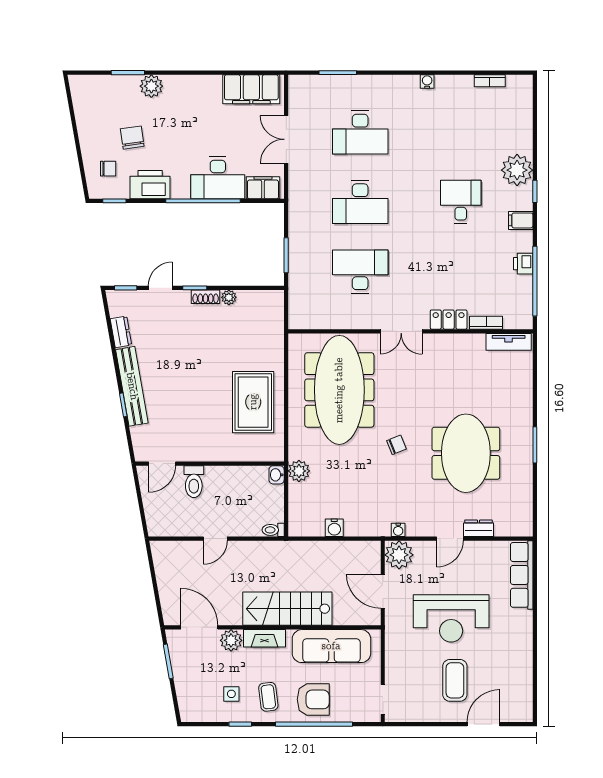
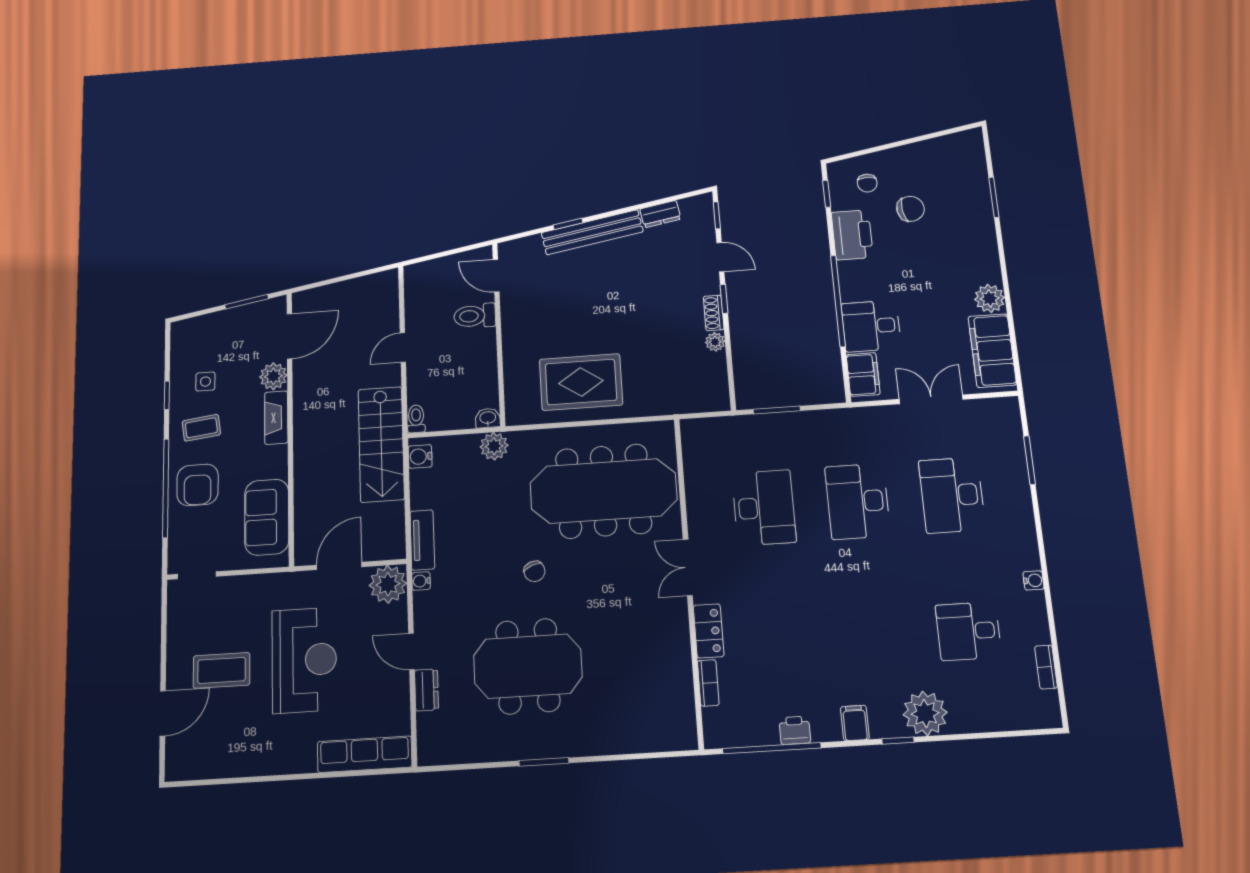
plant: (151, 86) -> (990, 298), moved
desk: (218, 178) -> (871, 326), width x0.73
desk: (461, 202) -> (968, 631), moved, turned 180
tv unit: (509, 342) -> (422, 540), moved, turned 180
water cooler: (334, 528) -> (420, 456), moved
door: (215, 539) -> (403, 348), hinge flipped
stairs: (287, 609) -> (381, 444), moved, turned 180
reception desk: (451, 618) -> (304, 660), turned 180
sofa: (331, 646) -> (267, 517), width x0.73
door: (484, 724) -> (163, 713), hinge flipped

